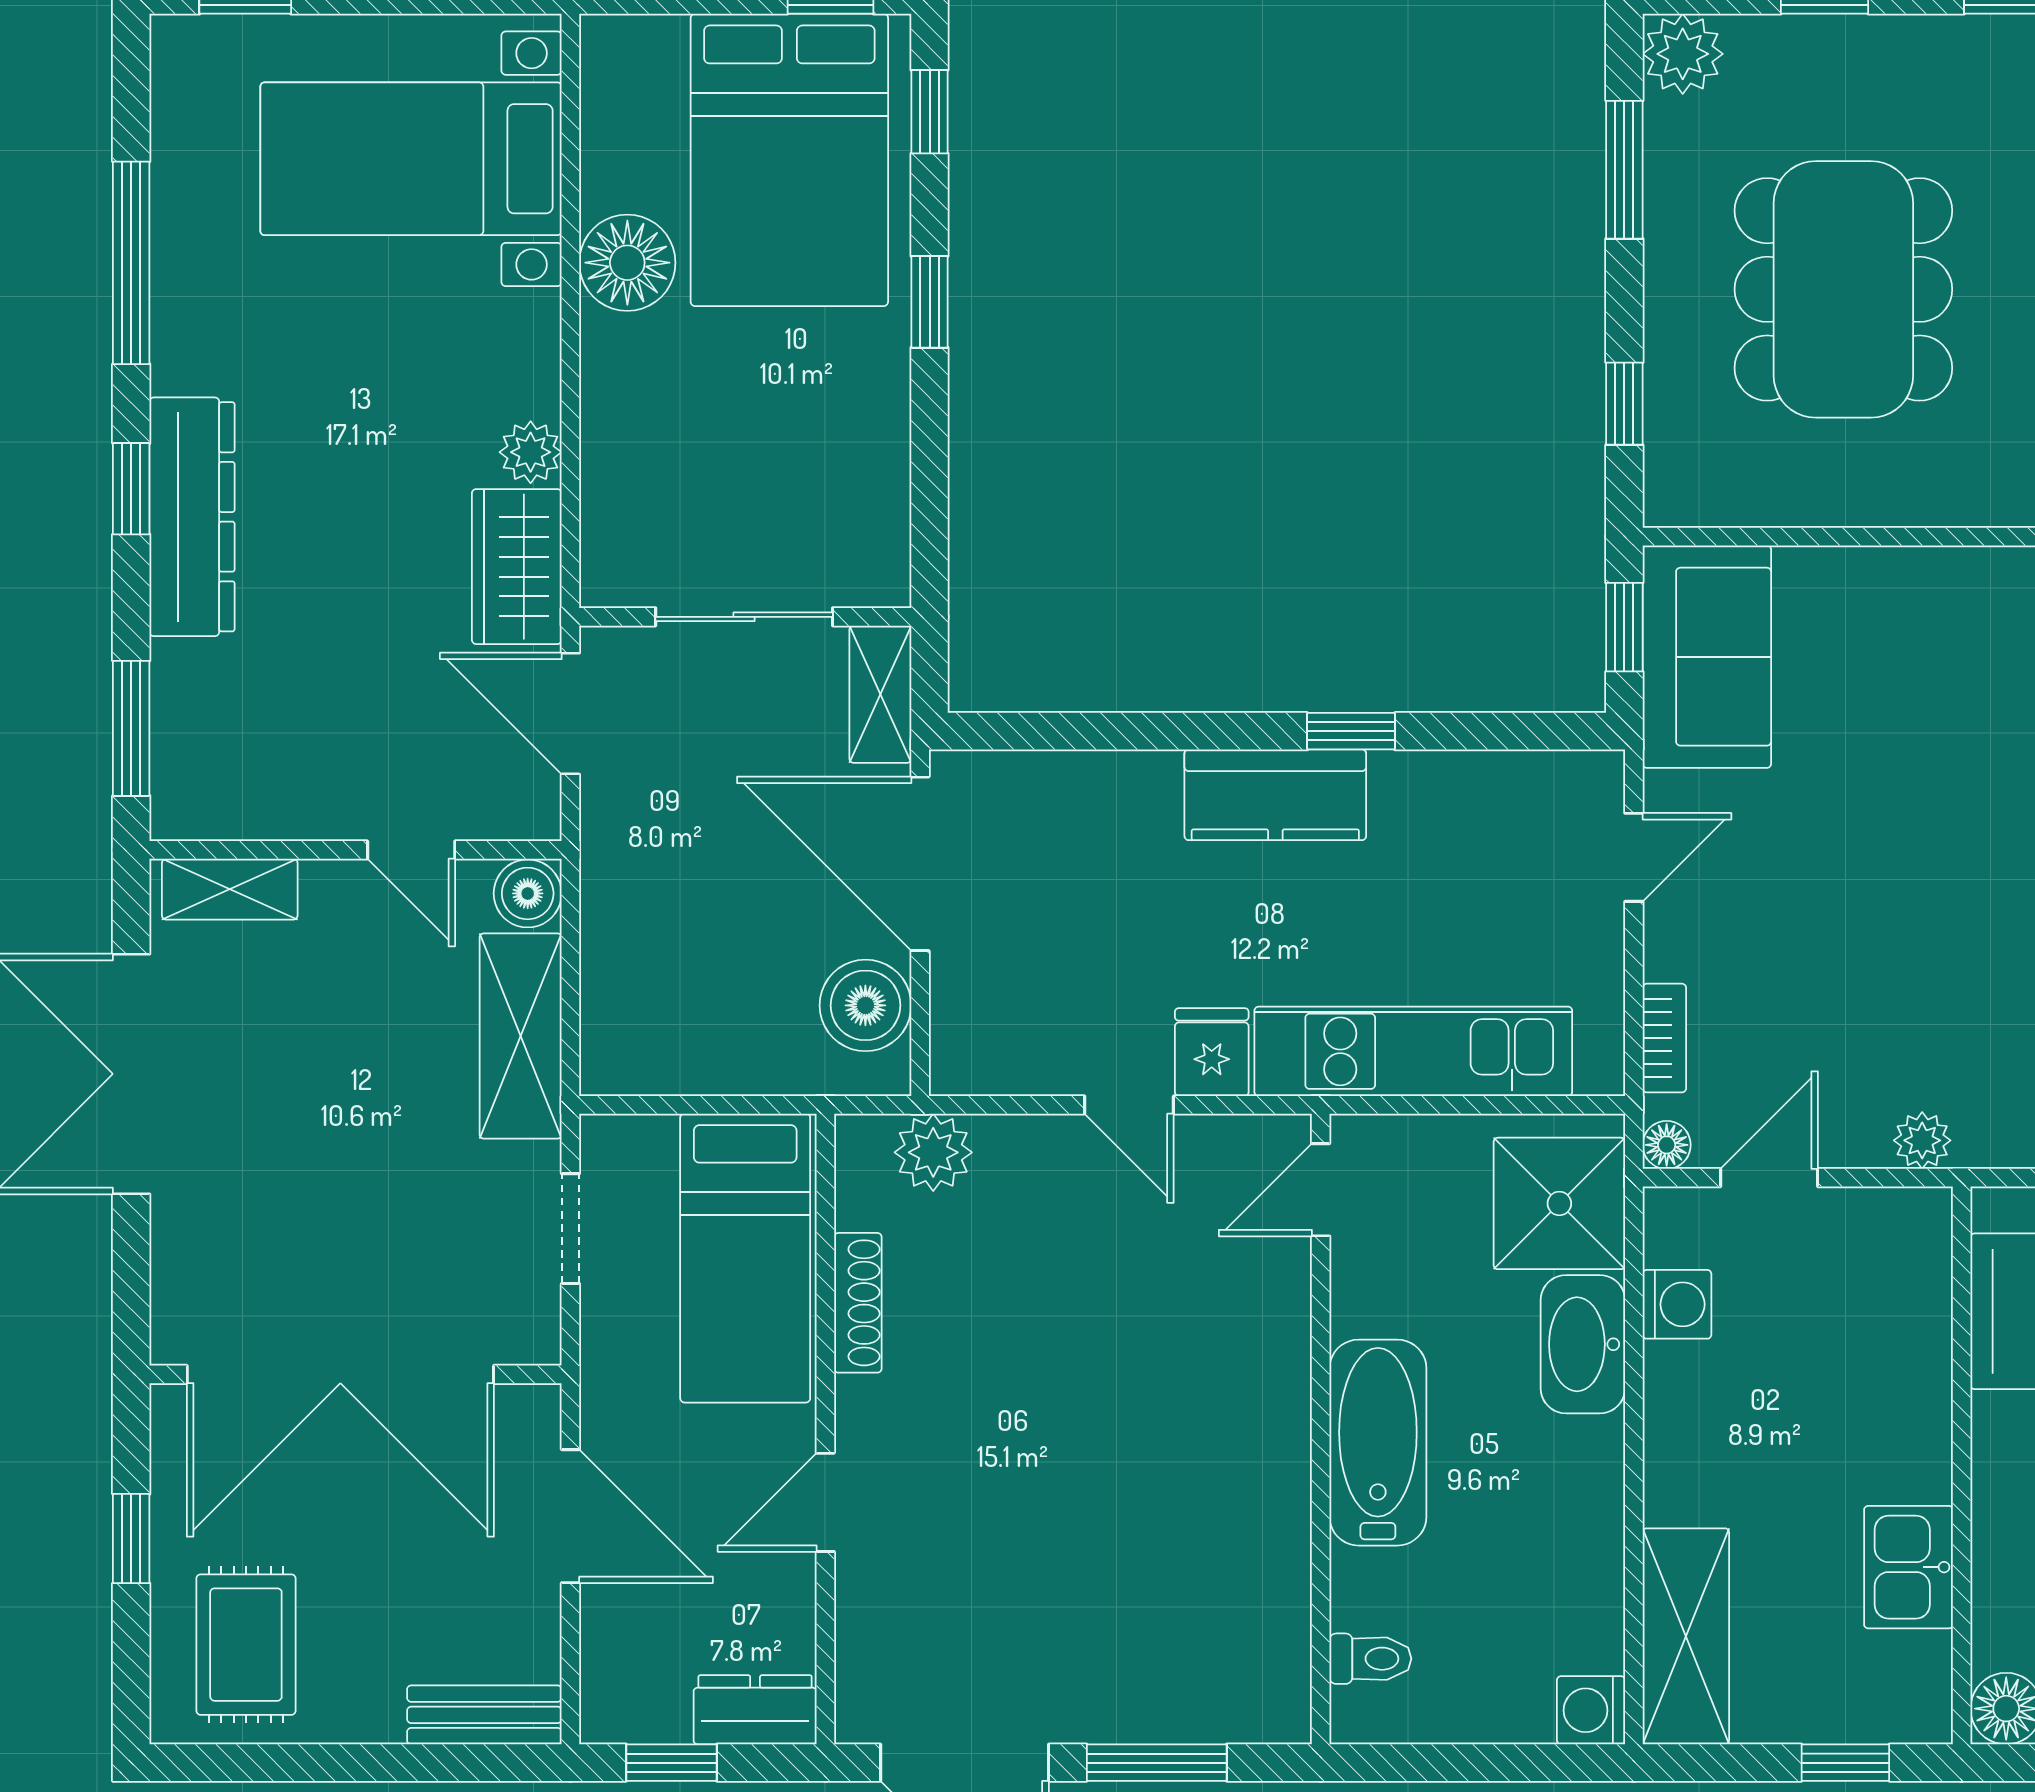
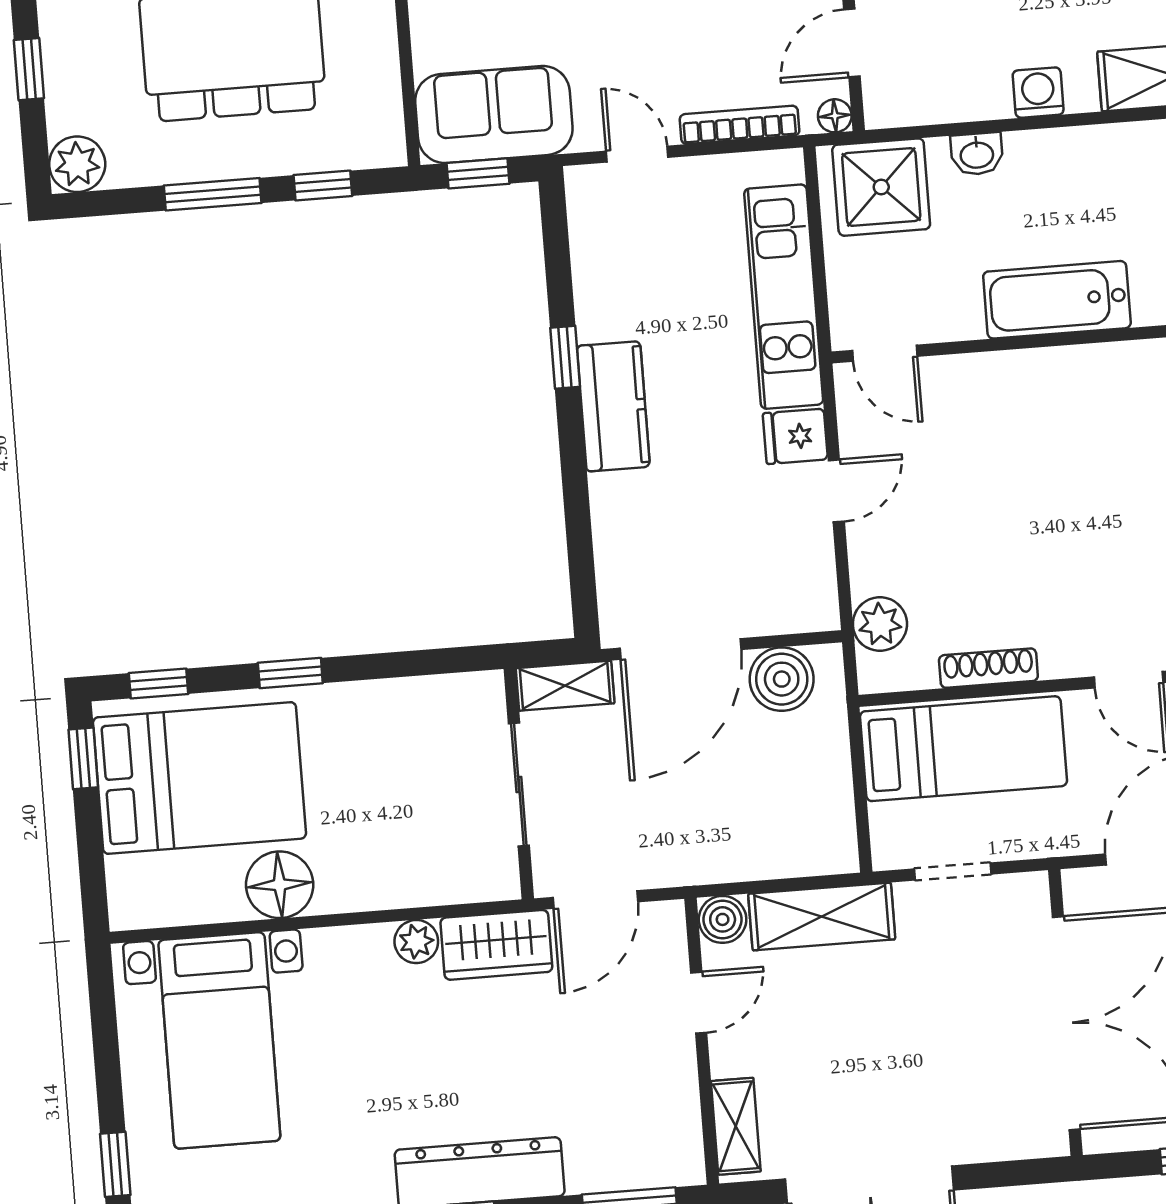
window: (1624, 170) -> (213, 194), moved
bookcase: (1664, 1038) -> (740, 125), width x1.56
door: (1769, 1178) -> (852, 43), hinge flipped
washing machine: (1677, 1304) -> (1038, 93), moved
washbasin: (1583, 1344) -> (977, 154), width x0.52, depth x0.69

